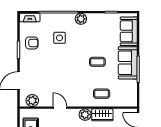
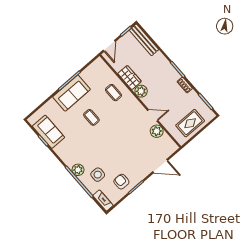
plant: (81, 19) -> (78, 170), moved
sofa: (129, 31) -> (48, 132), moved, turned -90
side table: (60, 38) -> (98, 175), moved
plant: (32, 101) -> (157, 131), moved
door: (60, 108) -> (153, 115), swing flipped

